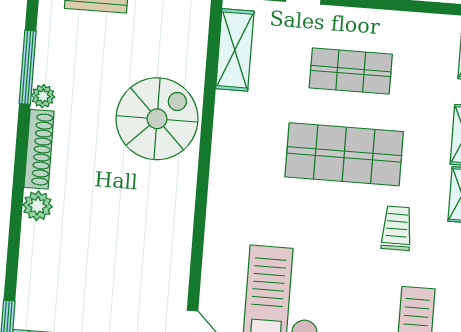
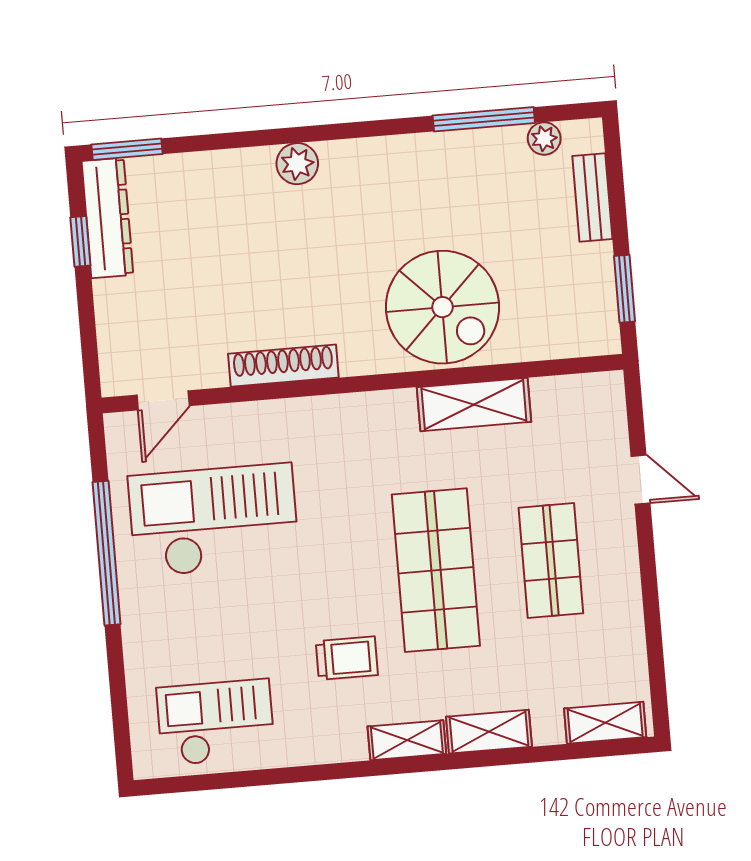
shelving: (235, 50) -> (474, 405), moved
plant: (43, 96) -> (544, 139), moved
shoe rack: (39, 149) -> (283, 366), moved, turned 180

